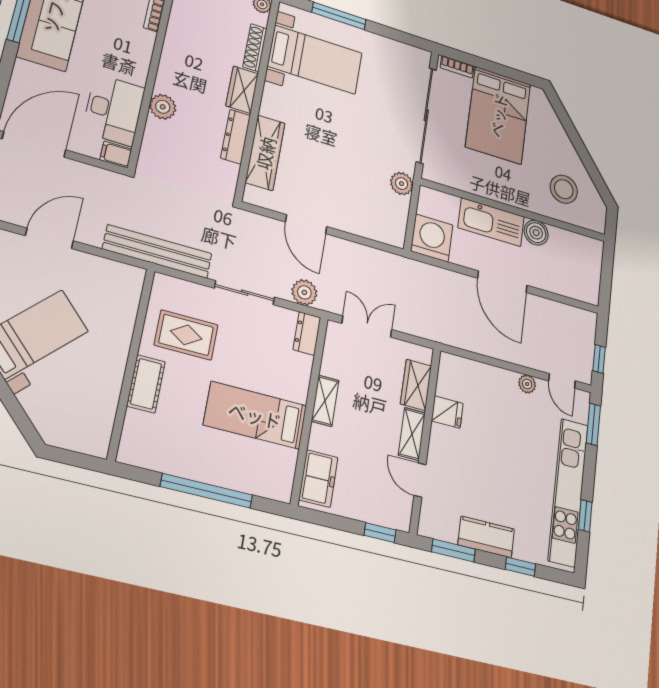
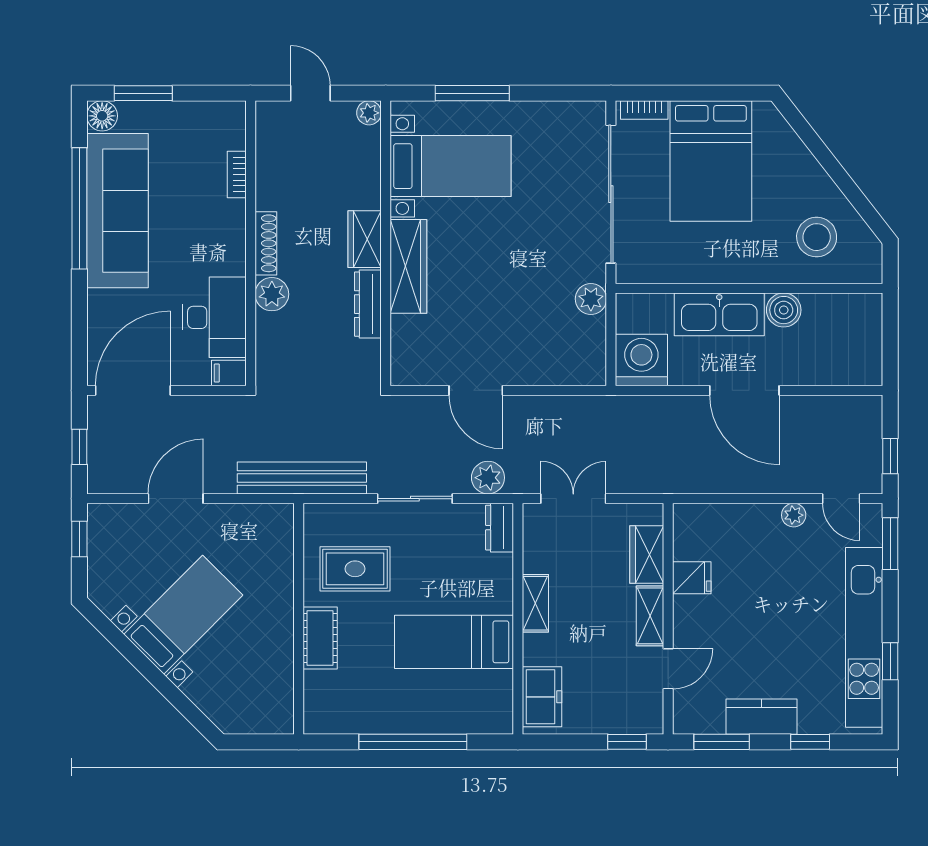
shoe rack: (255, 48) -> (266, 243), moved, turned 180
wardrobe: (265, 153) -> (408, 266), moved
door: (420, 480) -> (668, 669), swing flipped

